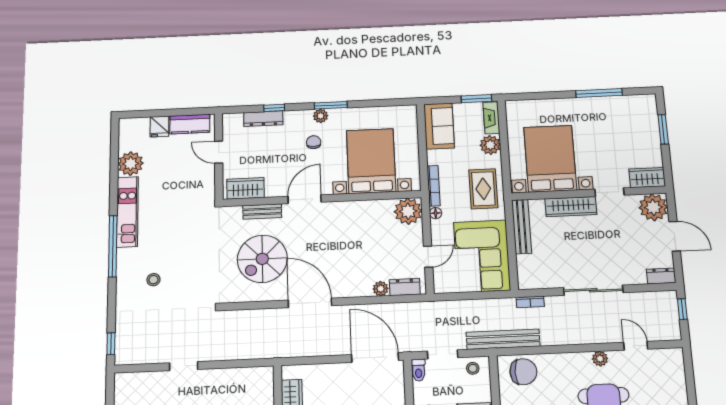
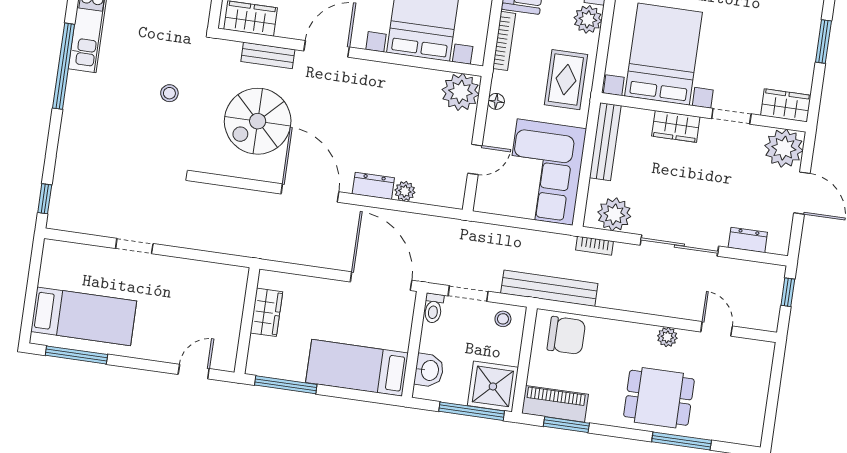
bookcase: (434, 186) -> (504, 41), moved
wardrobe: (571, 207) -> (676, 126), width x0.67
dresser: (661, 276) -> (748, 240), moved
plant: (540, 277) -> (614, 214), added
stool: (153, 280) -> (169, 93), moved
dresser: (405, 287) -> (373, 186), moved

